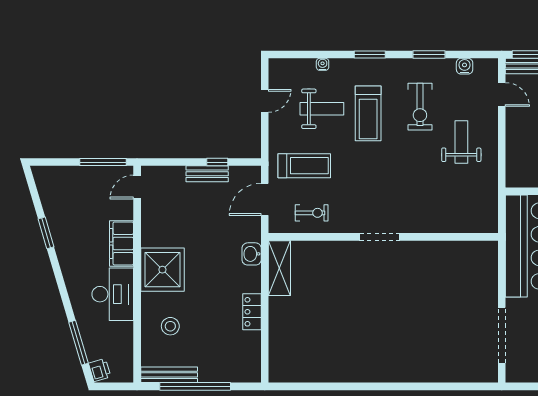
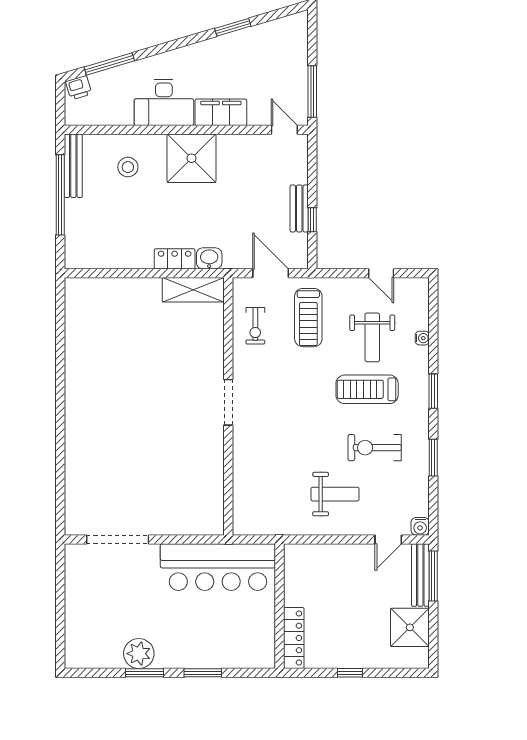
water cooler: (465, 66) -> (420, 526), moved, turned 90
locker: (252, 312) -> (175, 259), moved

